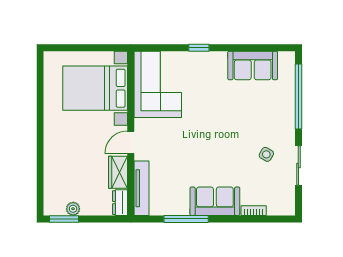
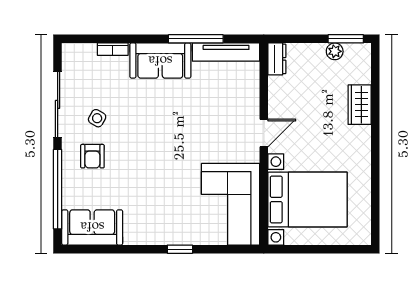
sofa: (253, 66) -> (92, 227), moved
armchair: (270, 123) -> (92, 156), added
sliding door: (298, 166) -> (58, 104), width x1.37
wardrobe: (118, 172) -> (360, 105), moved, turned 180
tv unit: (141, 188) -> (226, 52), moved, turned -90

